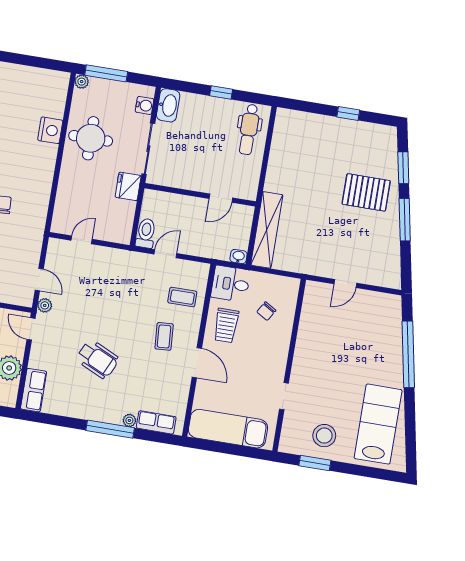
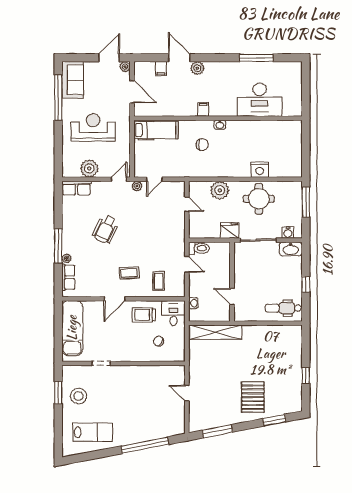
plant: (82, 82) -> (220, 190), moved, width x1.87, depth x1.87
window: (405, 220) -> (217, 431), moved
washbasin: (238, 257) -> (193, 303), moved
lab bench: (378, 424) -> (93, 432), width x0.73, depth x0.72

